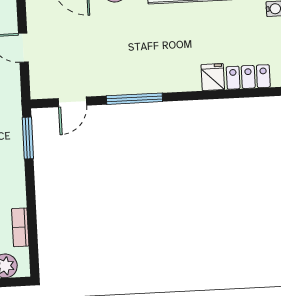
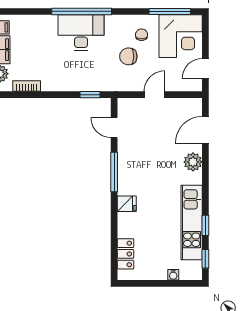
fridge: (213, 77) -> (127, 204), moved
window: (28, 138) -> (90, 95), width x0.67

